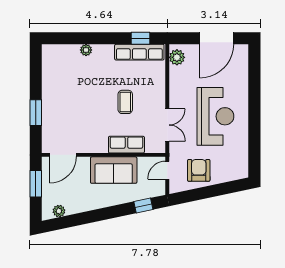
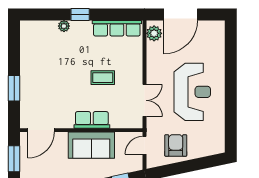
window: (141, 38) -> (80, 14), moved
door: (217, 38) -> (181, 14), moved
coffee table: (125, 102) -> (103, 78), turned 90
row of seats: (126, 145) -> (92, 120), moved

